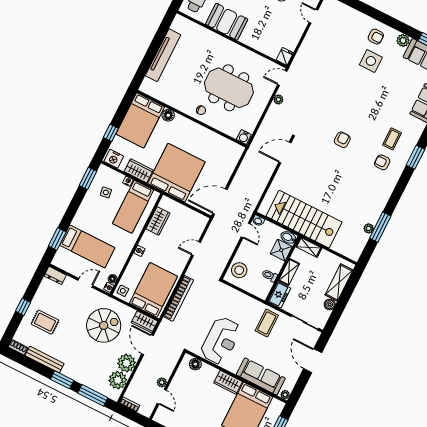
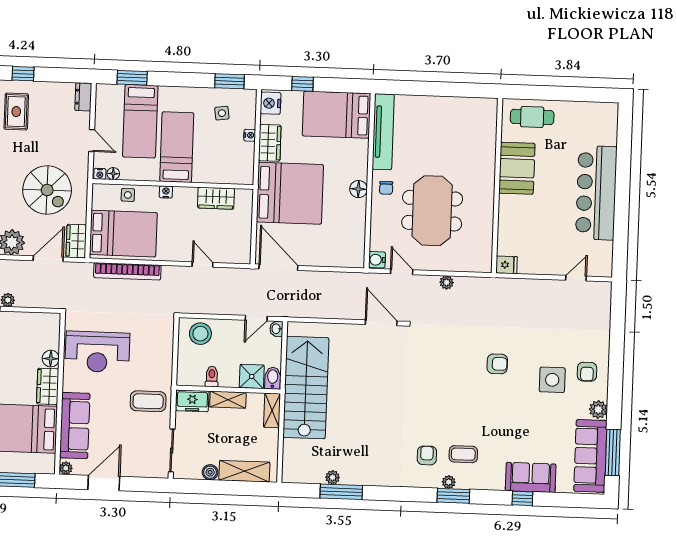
tv unit: (163, 55) -> (383, 132), moved, turned -90
door: (282, 78) -> (402, 272), moved
floor lamp: (168, 115) -> (358, 189), moved
armchair: (342, 140) -> (497, 364), moved
plant: (405, 156) -> (449, 482), added
bed: (133, 207) -> (177, 147), moved, turned 90
side table: (123, 291) -> (128, 195), moved
door: (313, 361) -> (104, 483), moved
floor lamp: (195, 364) -> (51, 359), moved

